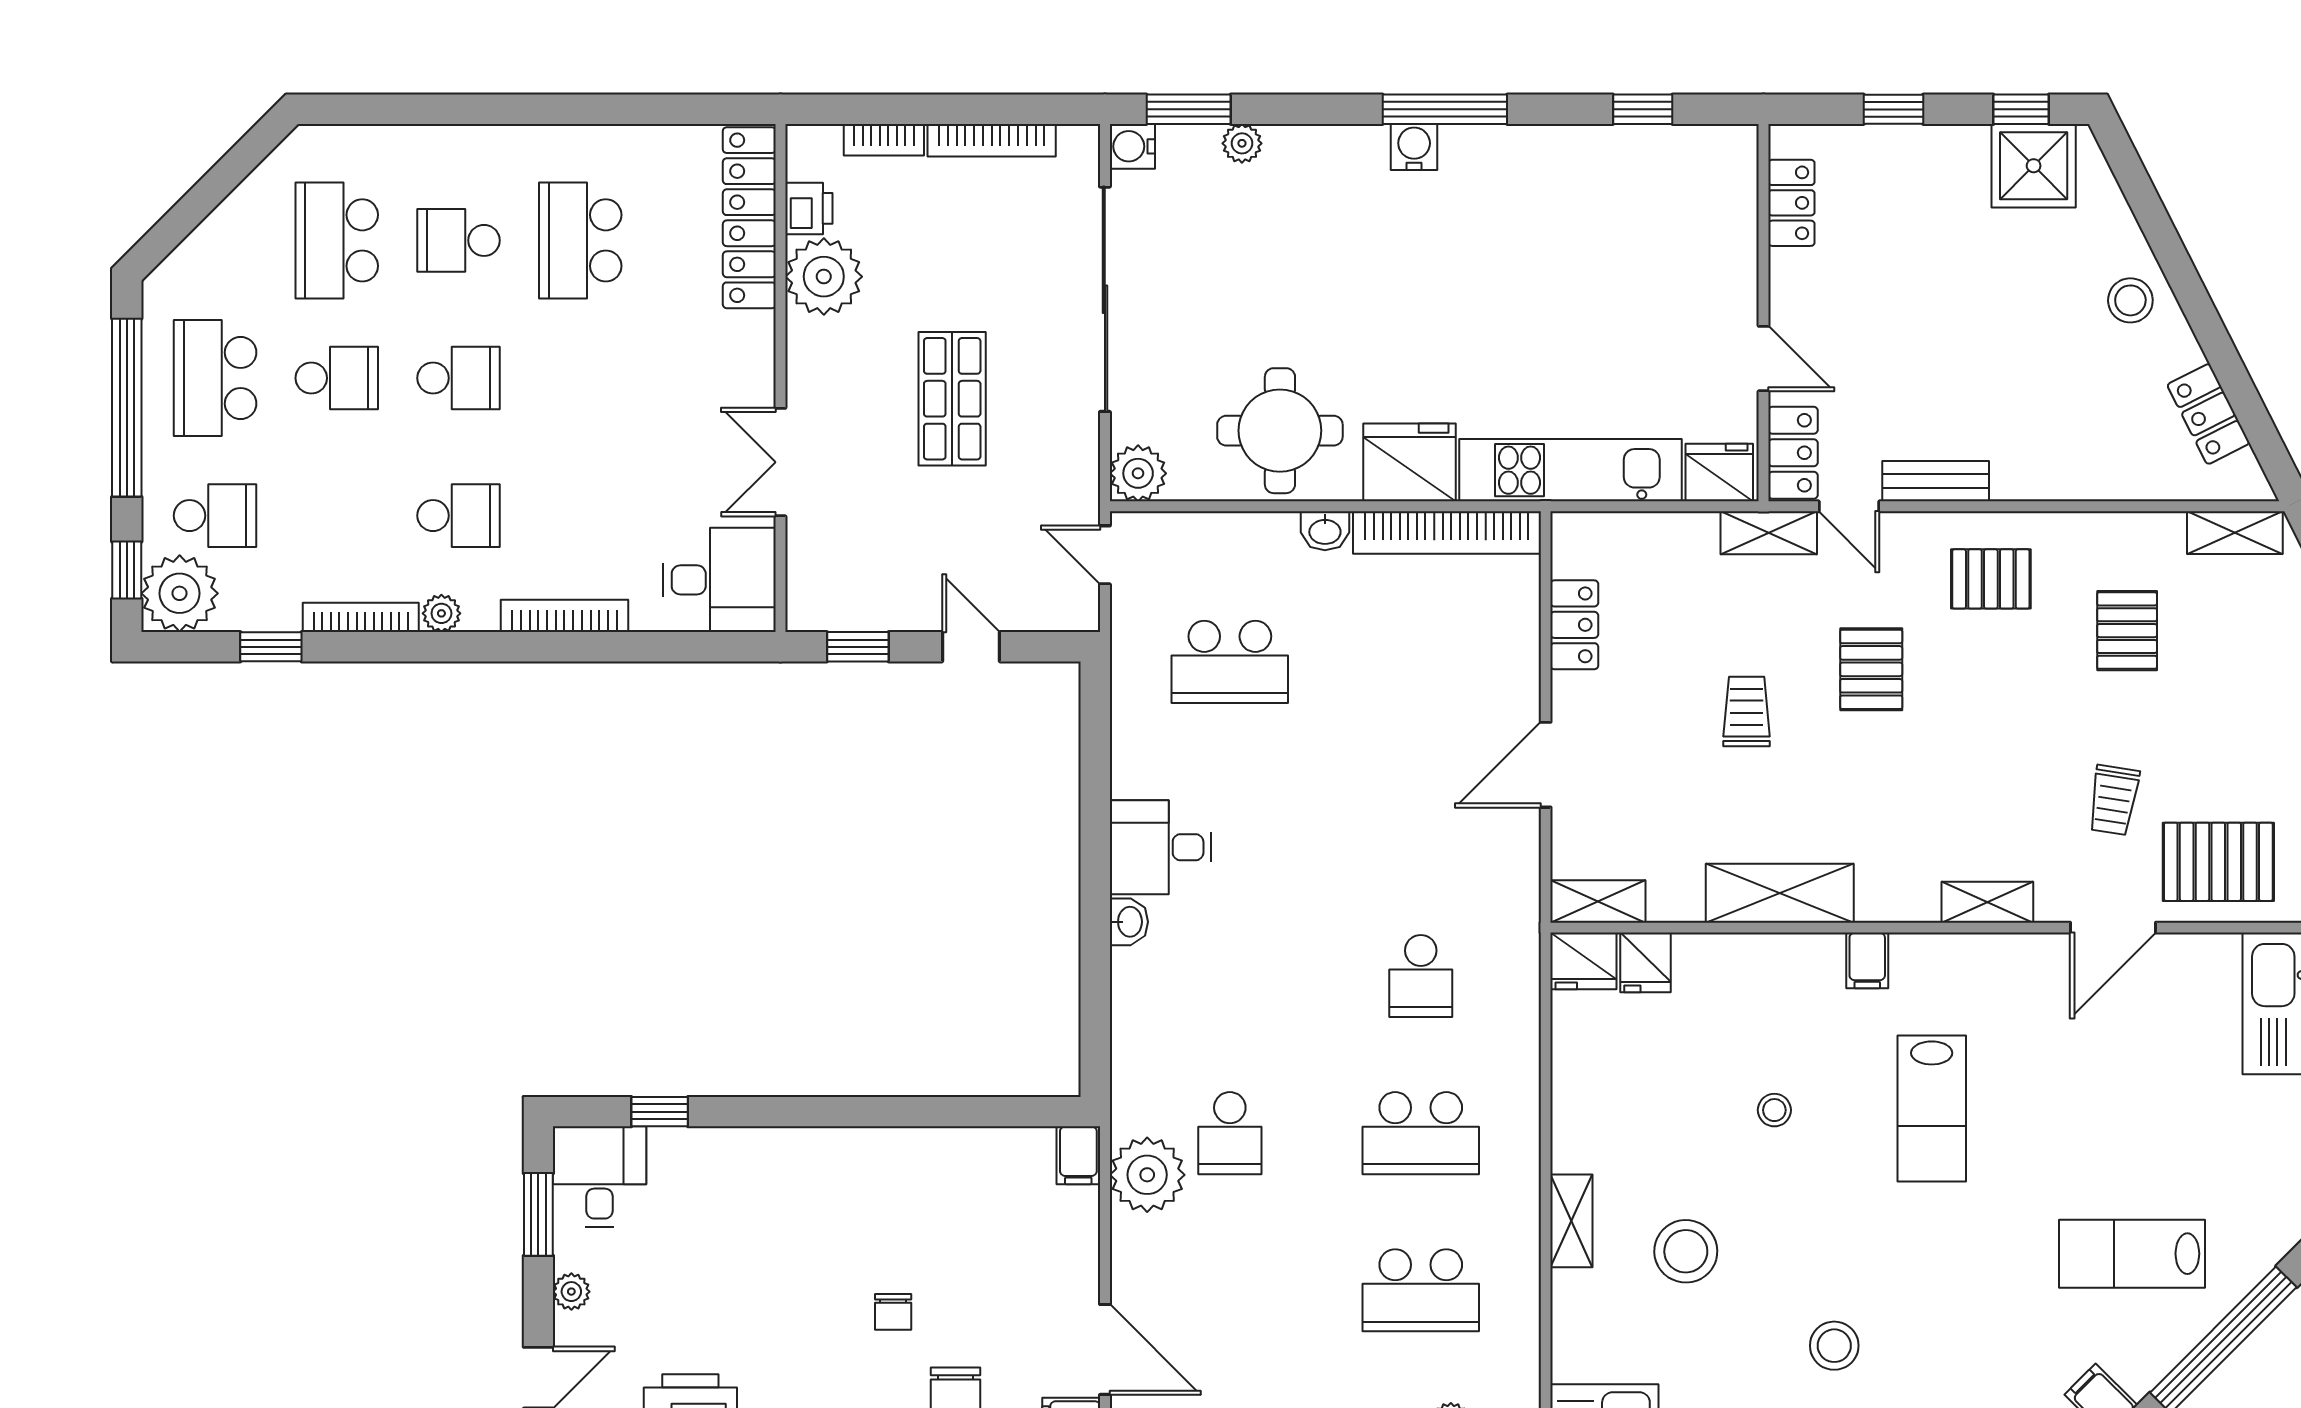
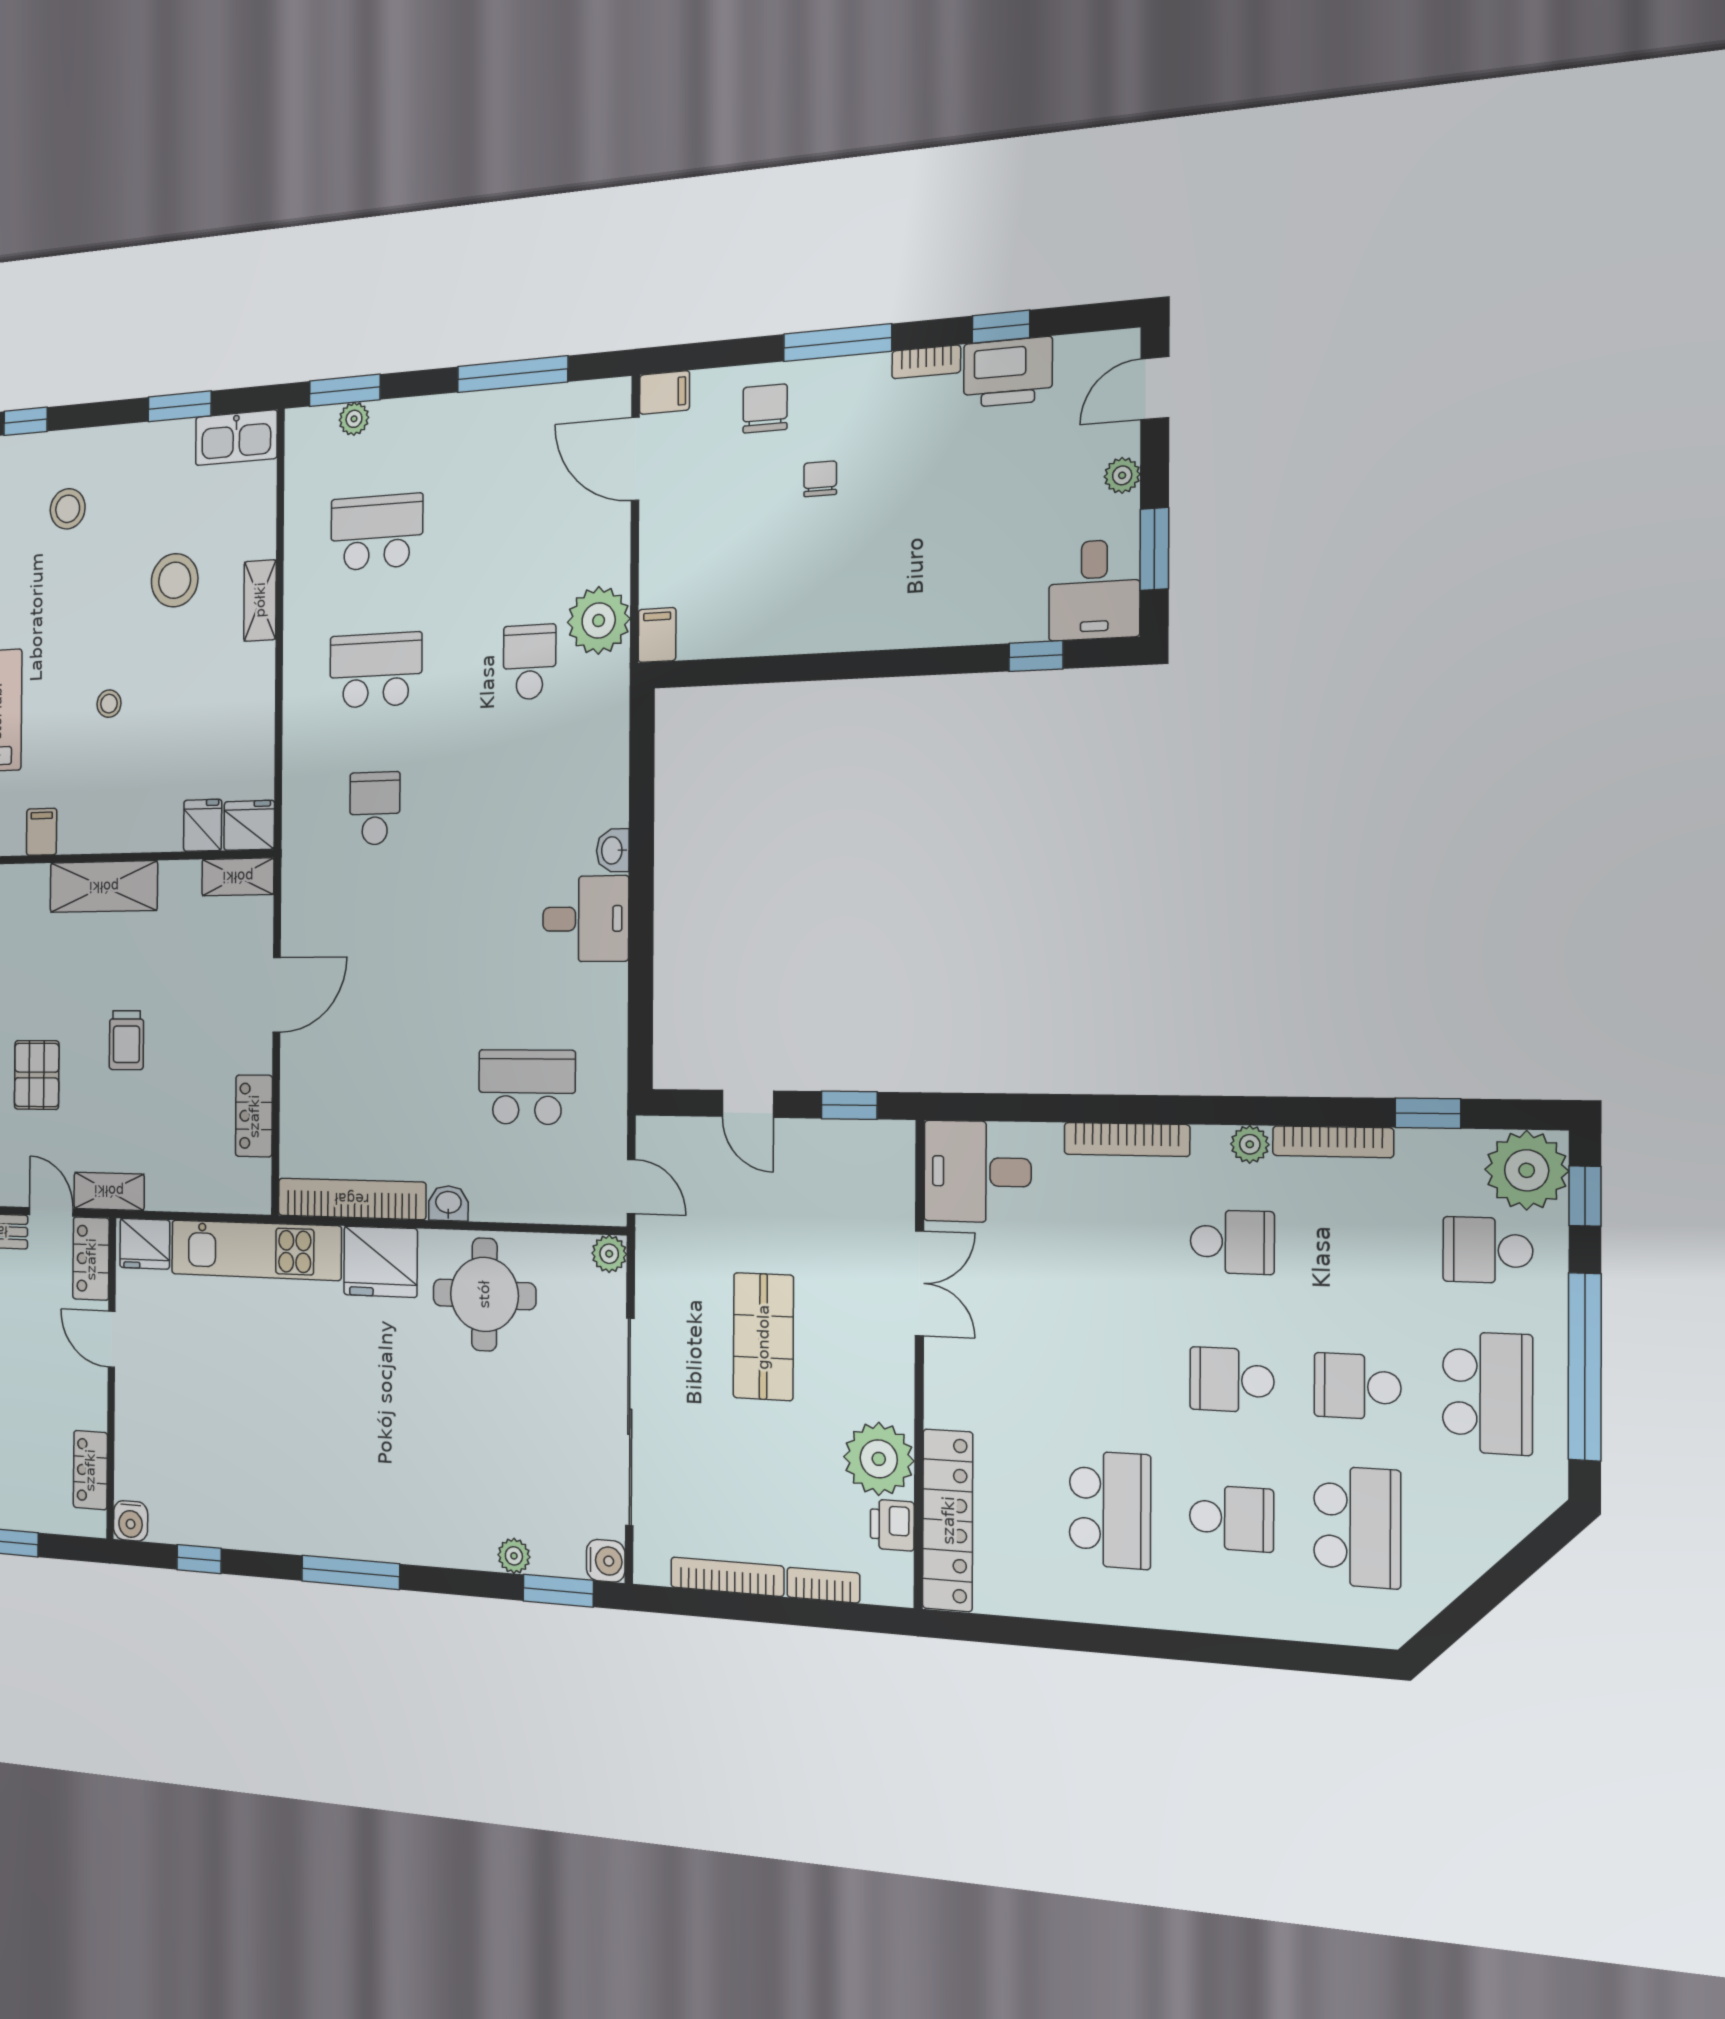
water cooler: (1414, 147) -> (131, 1521), moved
plant: (1138, 473) -> (609, 1254), width x0.73, depth x0.73
school desk: (458, 516) -> (1232, 1242), turned 180

